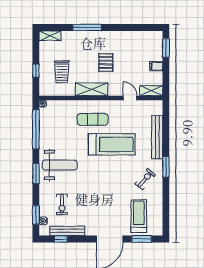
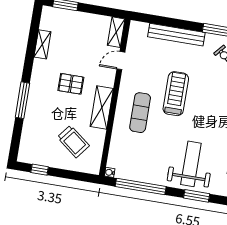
shelving: (50, 36) -> (42, 44), moved
filing cabinet: (156, 66) -> (86, 21), removed
window: (36, 71) -> (40, 170), moved
trolley: (62, 72) -> (73, 141), turned 38
treadmill: (112, 144) -> (176, 94), width x0.73, depth x0.73

